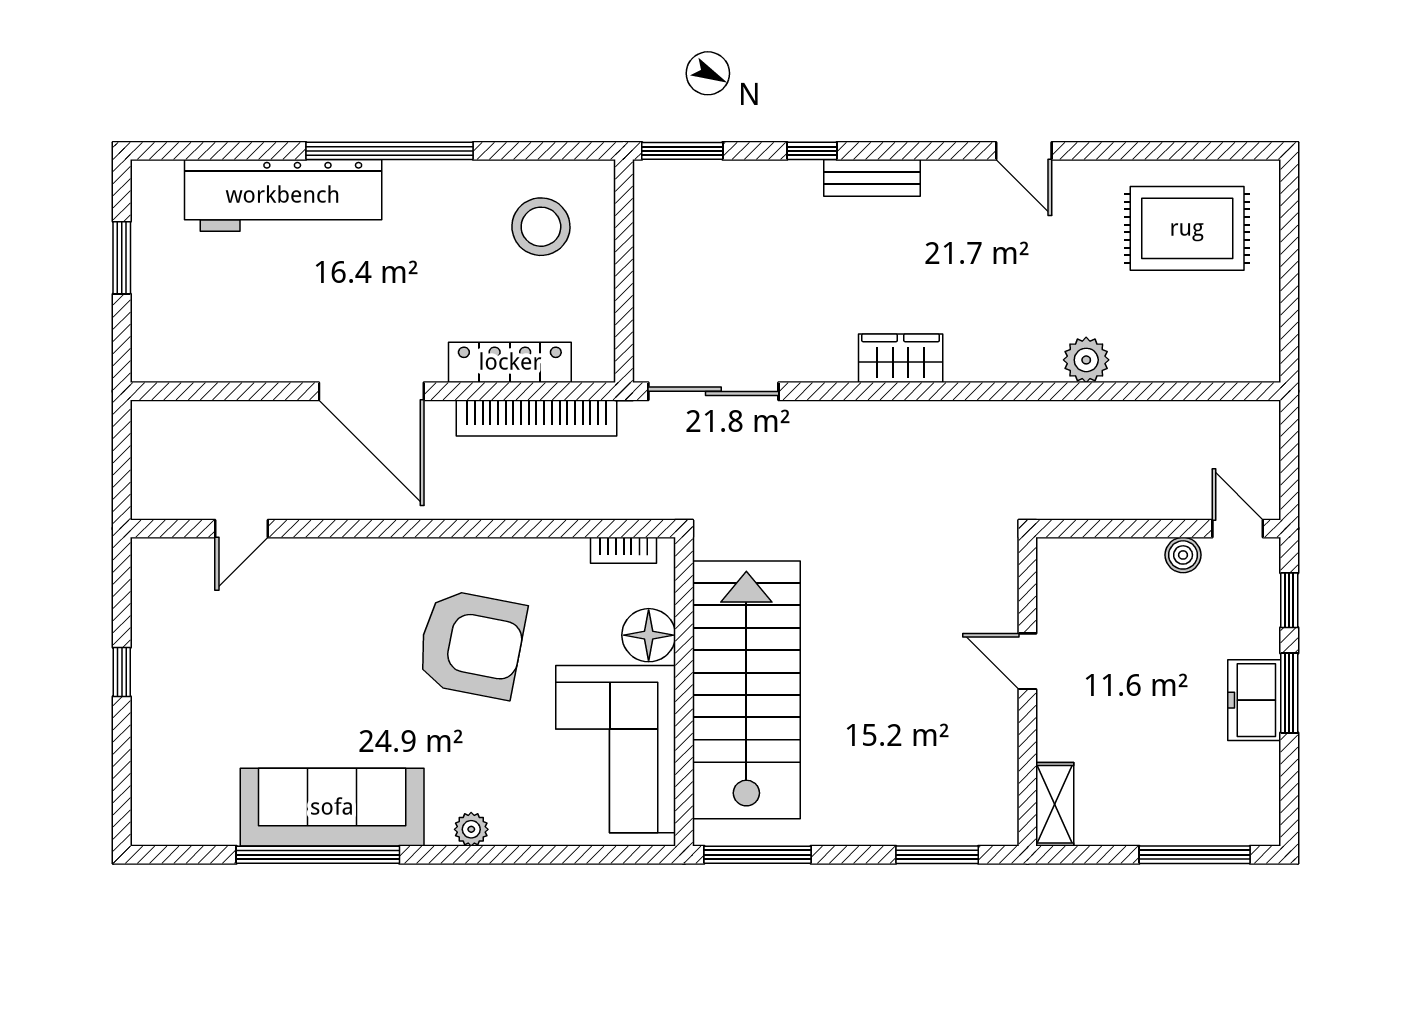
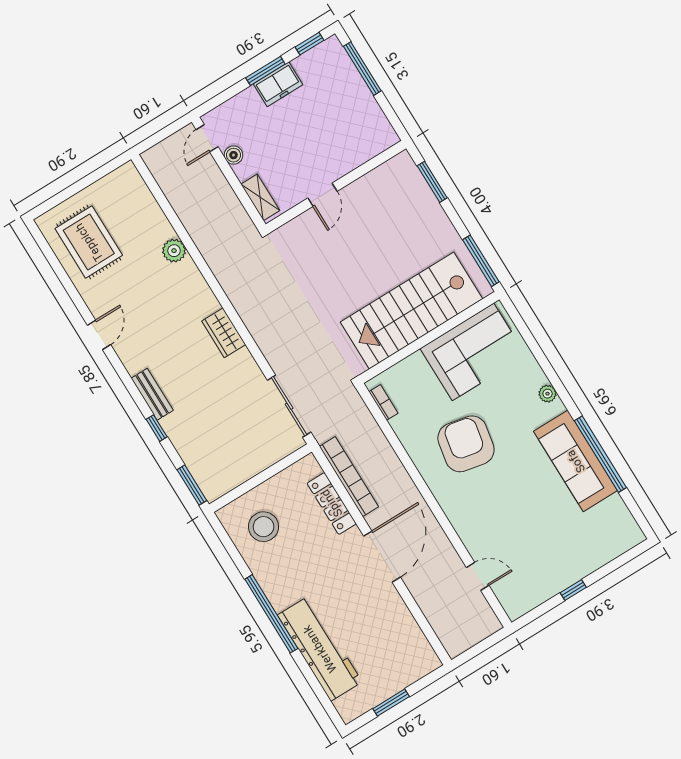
window: (1289, 600) -> (310, 44), moved
floor lamp: (649, 635) -> (414, 368), removed
shelving: (1055, 804) -> (260, 197), moved, turned 90

